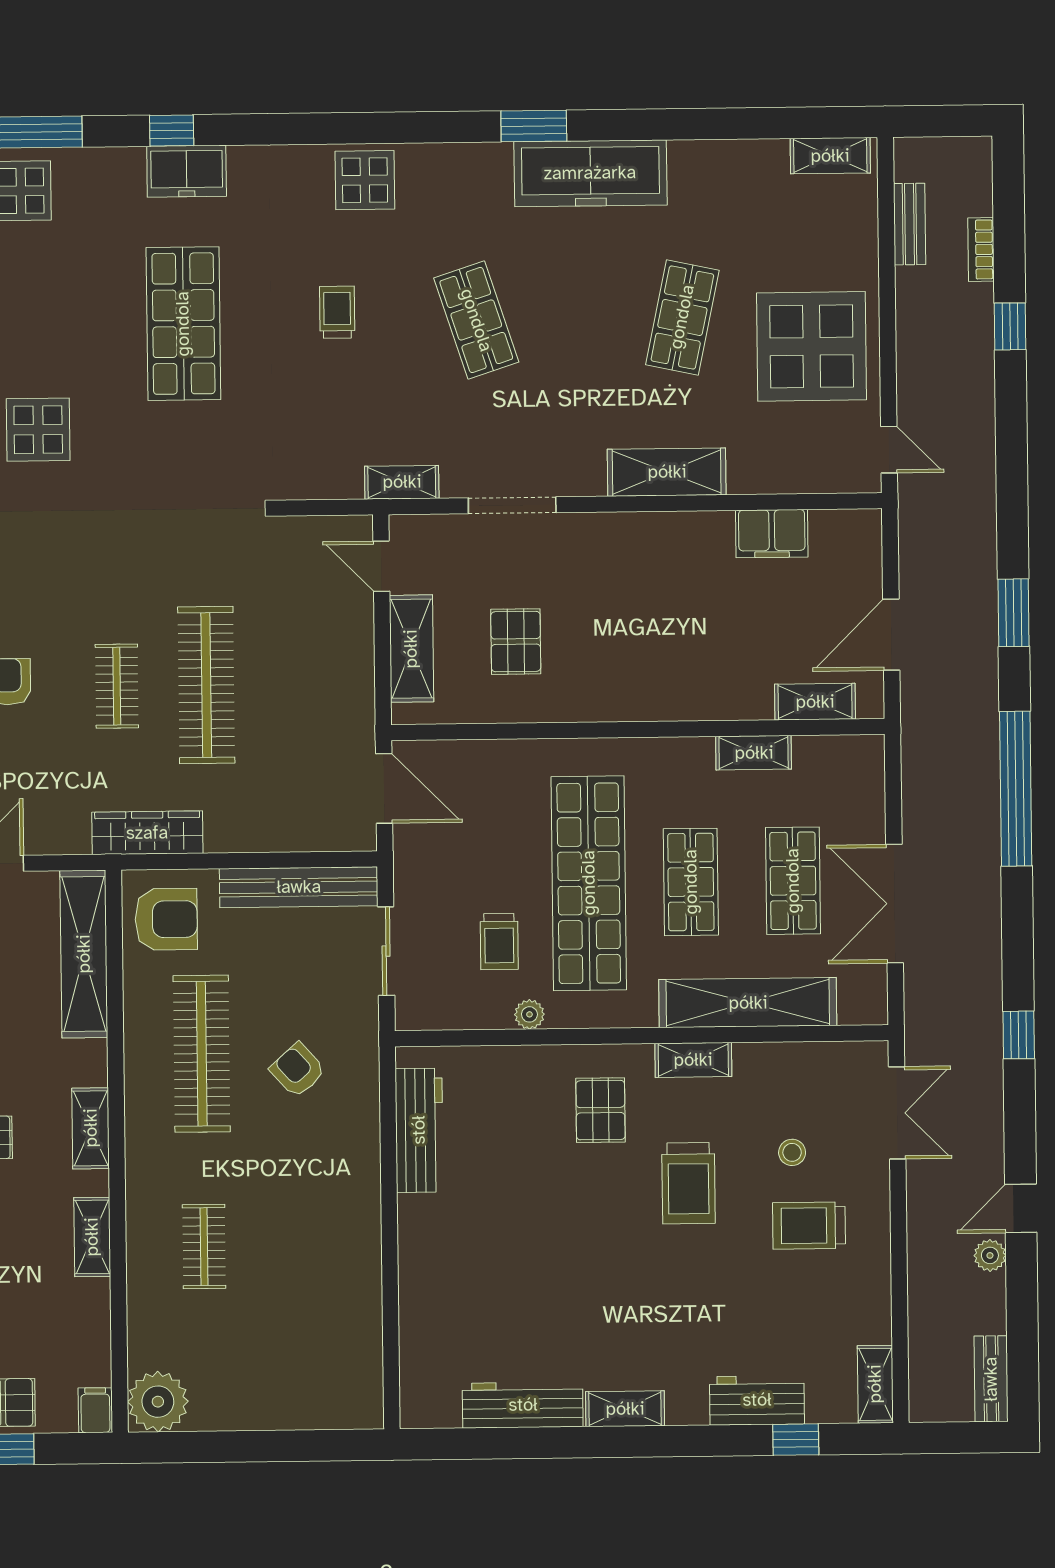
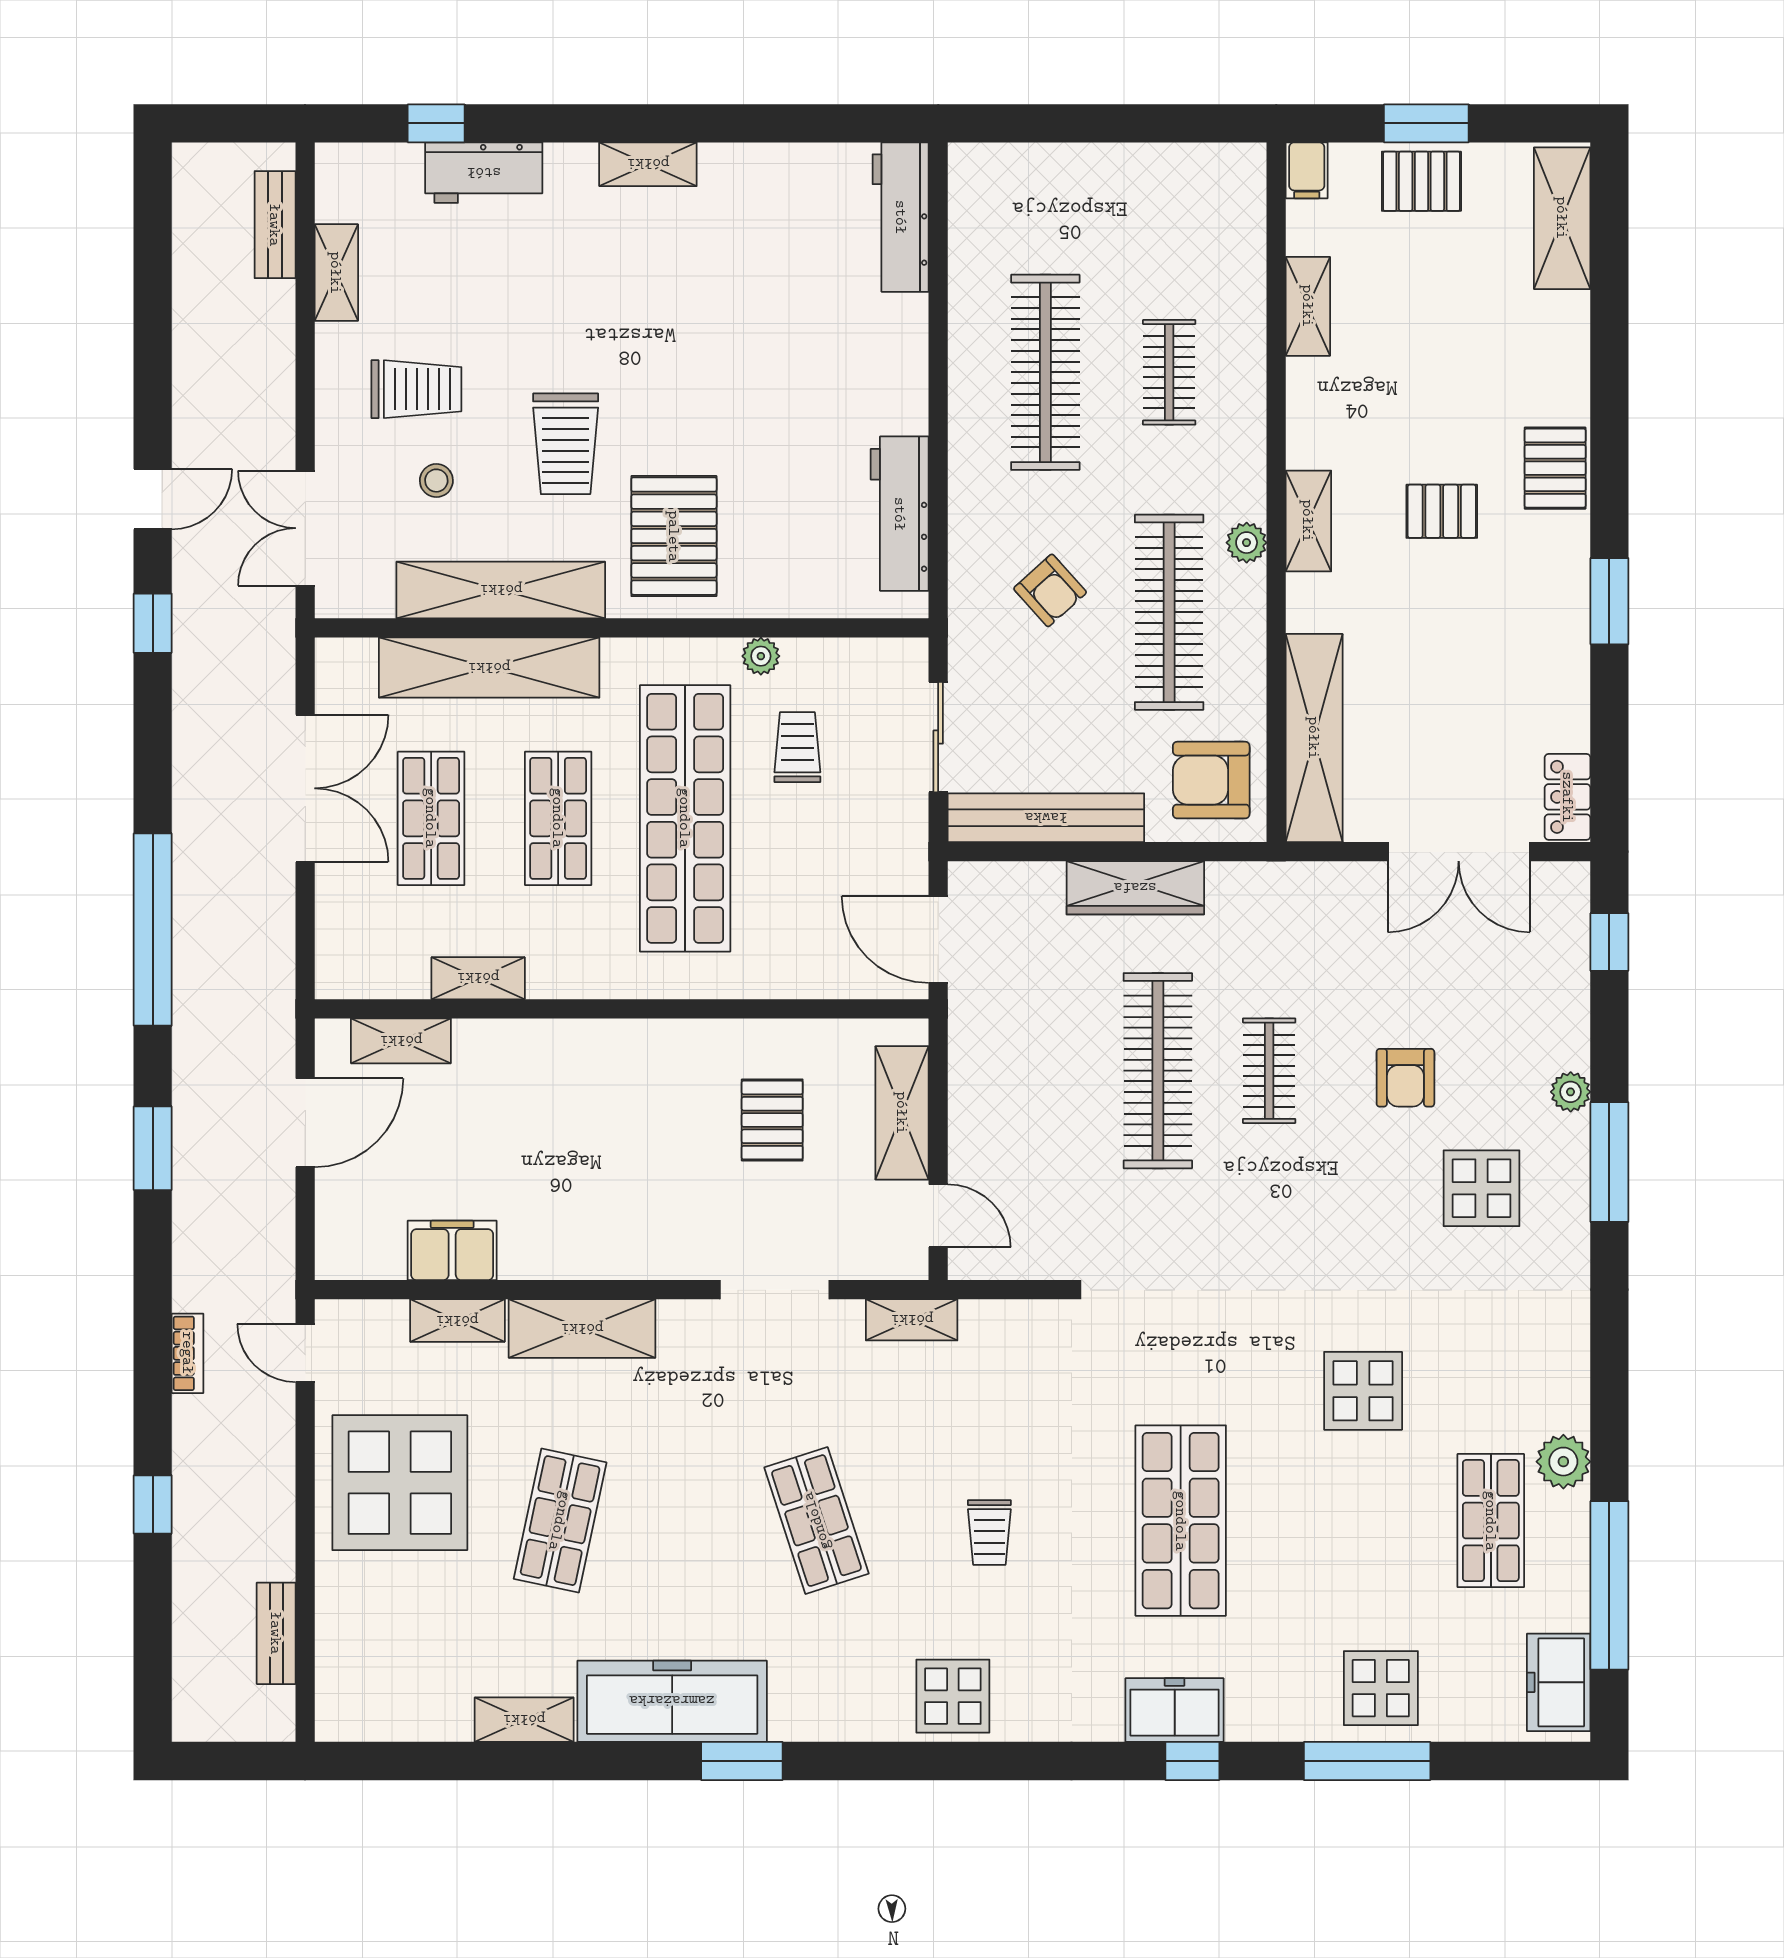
shelving: (830, 156) -> (524, 1720), moved
bookcase: (981, 249) -> (188, 1353), moved
shelving: (767, 477) -> (457, 1321), added
wardrobe: (147, 833) -> (1135, 888), moved
shelving: (693, 1060) -> (501, 590), width x2.20, depth x1.33
pallet: (601, 1110) -> (674, 536), width x1.50, depth x1.42
trolley: (689, 1183) -> (566, 444), turned 180
door: (1021, 1208) -> (153, 499), moved
shelving: (92, 1237) -> (1308, 306), moved
clothes rail: (304, 1245) -> (1045, 372), added
plant: (990, 1255) -> (192, 349), removed
bench: (991, 1379) -> (275, 225), moved
shelving: (875, 1384) -> (336, 273), moved
plant: (158, 1402) -> (1247, 543), moved, width x0.53, depth x0.53
workbench: (523, 1405) -> (901, 217), moved, turned 90

